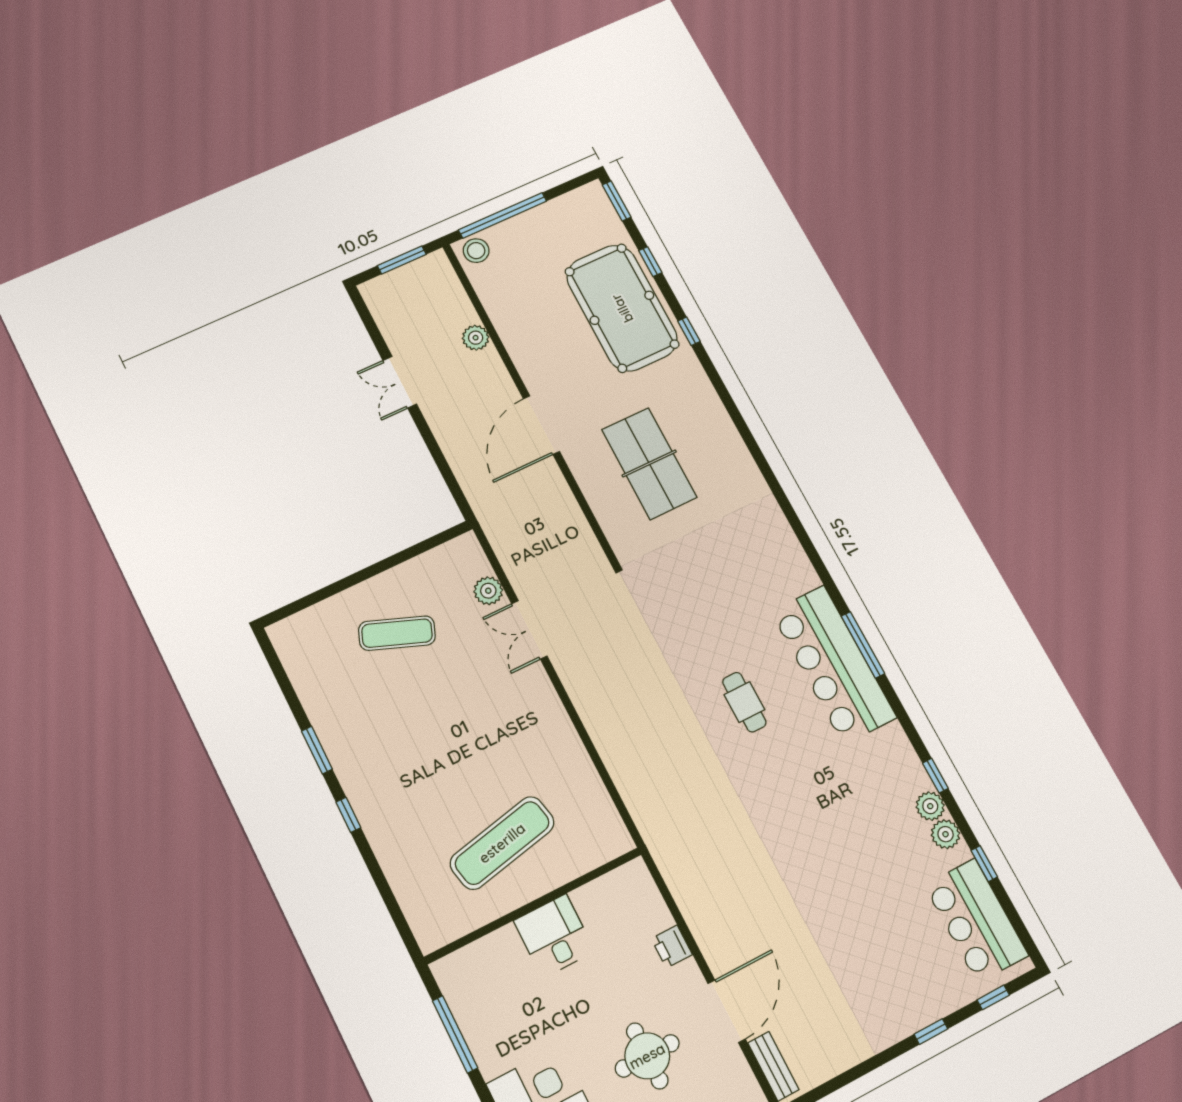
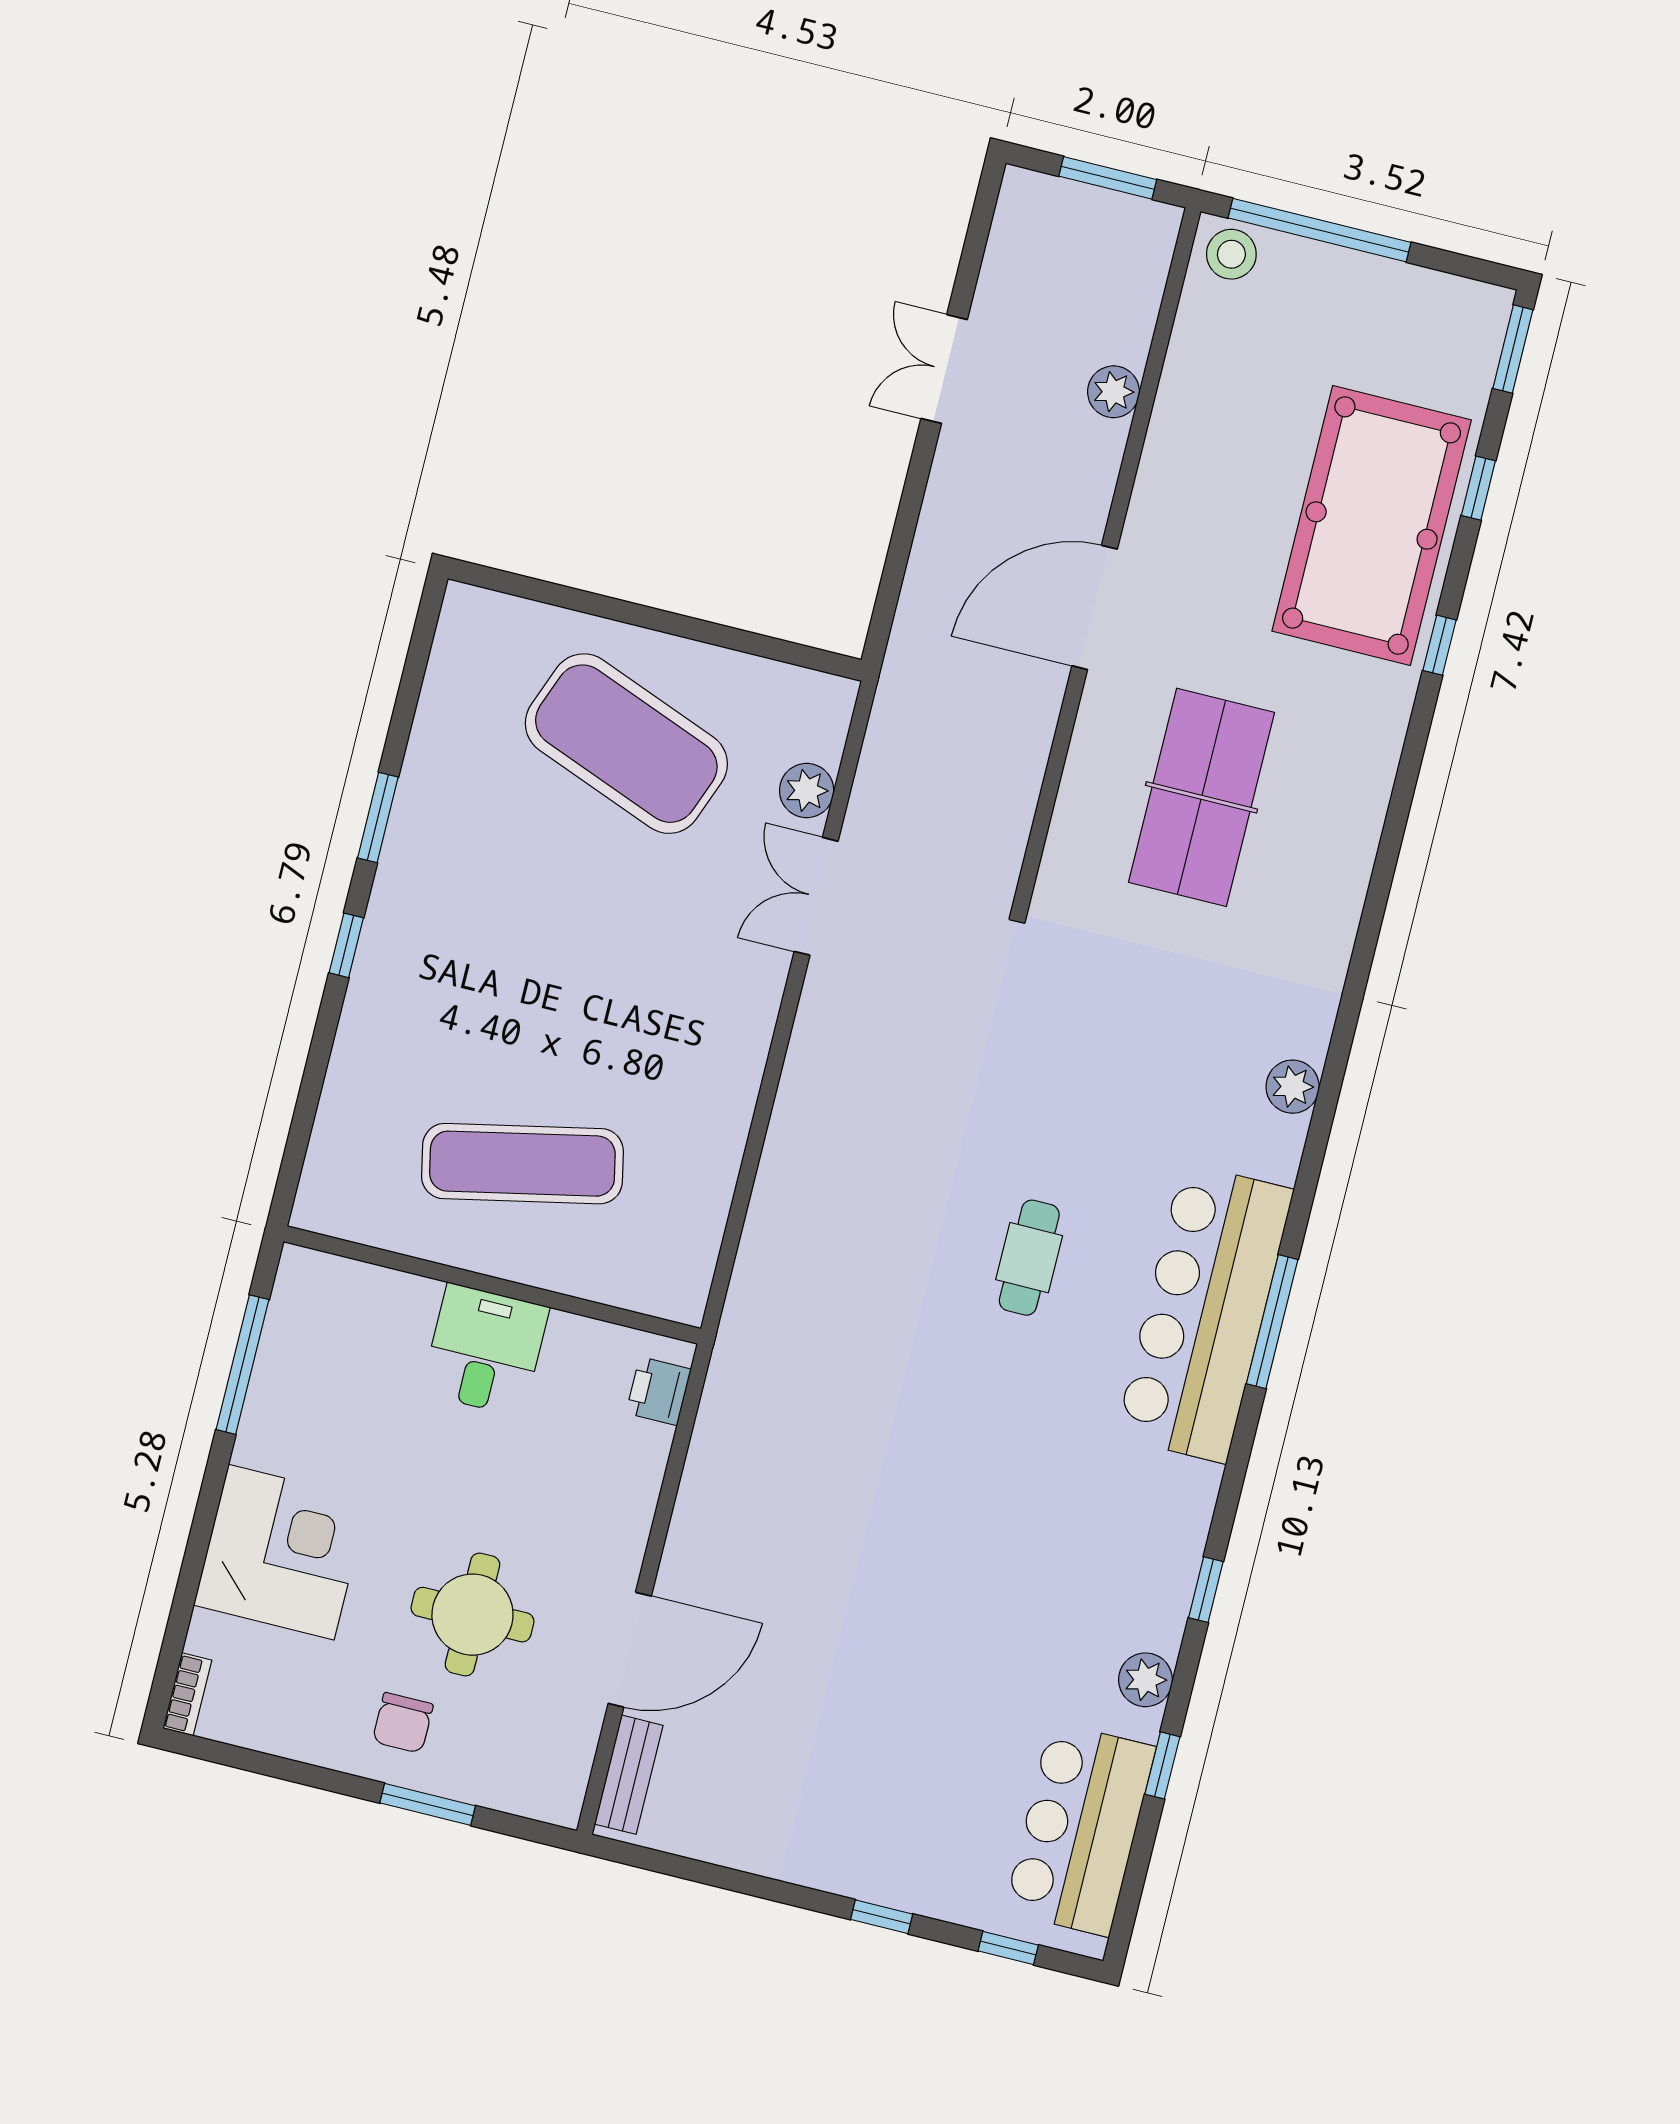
exercise mat: (397, 633) -> (626, 744), width x2.00, depth x1.45
plant: (930, 806) -> (1293, 1087), moved
printer: (672, 947) -> (659, 1391), moved

